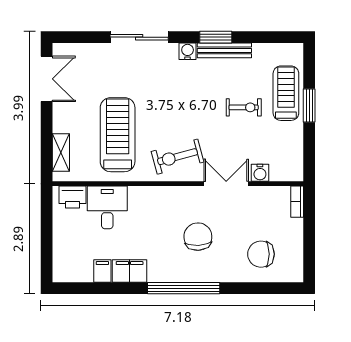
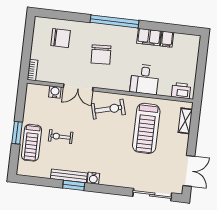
sliding door: (139, 37) -> (152, 195), moved
double door: (47, 79) -> (189, 171), swing flipped
desk: (107, 207) -> (145, 79), moved

